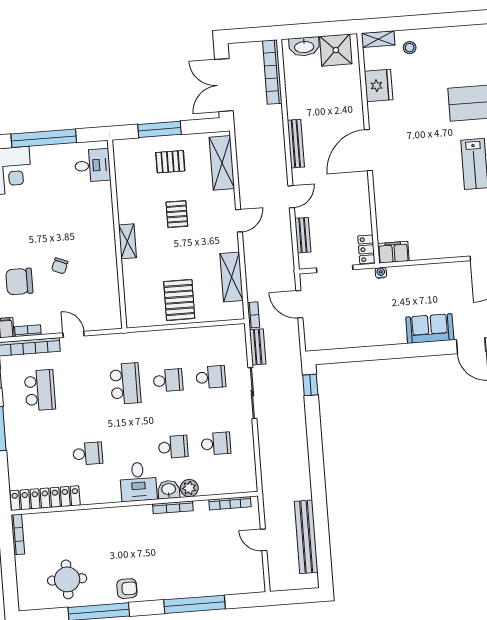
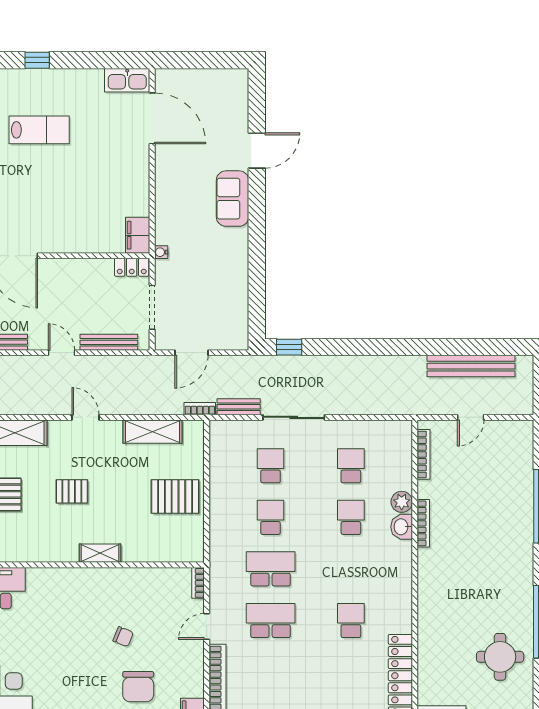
bench: (303, 235) -> (109, 342), width x1.36
bookcase: (28, 331) -> (198, 583), moved
school desk: (40, 390) -> (271, 620), moved
desk: (138, 482) -> (389, 562), removed
armchair: (127, 589) -> (516, 586), removed

